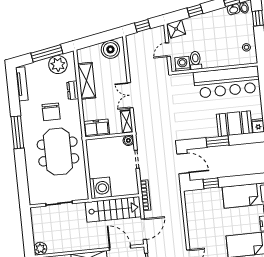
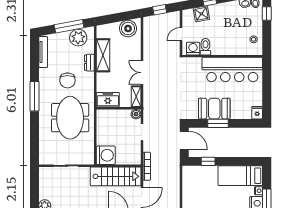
shower: (176, 29) -> (201, 14), moved
booth: (234, 124) -> (214, 109), moved

